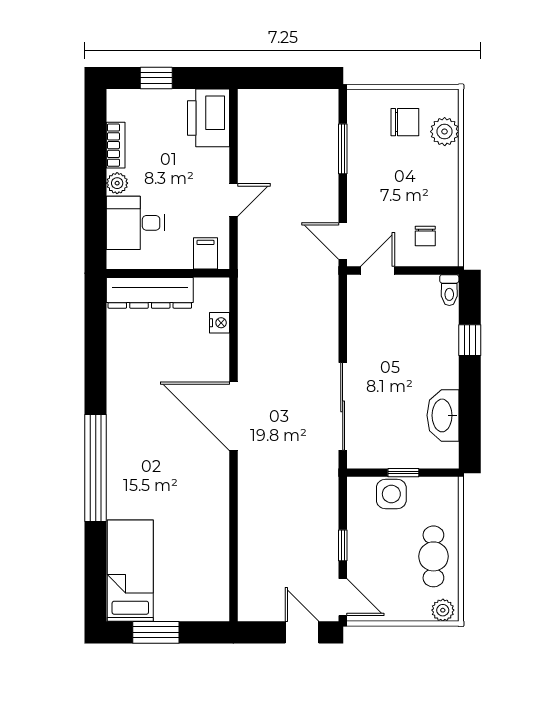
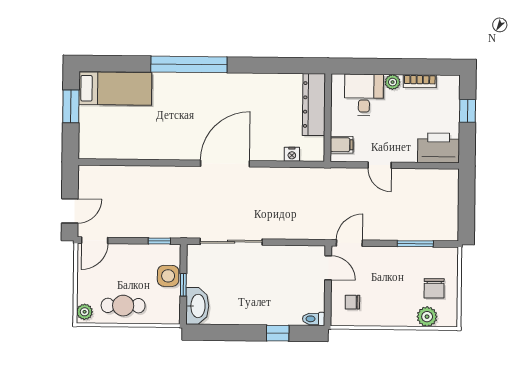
washbasin: (443, 415) -> (197, 306), moved, turned 90
window: (343, 545) -> (159, 241), moved

